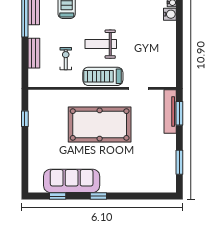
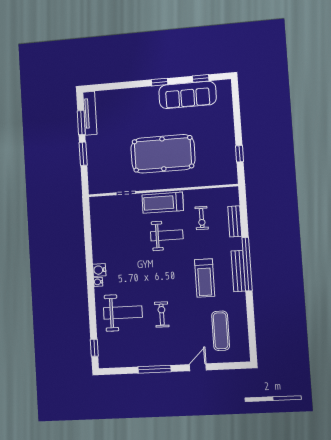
treadmill: (103, 76) -> (163, 203), turned 180
tv unit: (170, 112) -> (90, 113), moved
window: (179, 113) -> (83, 154), moved

